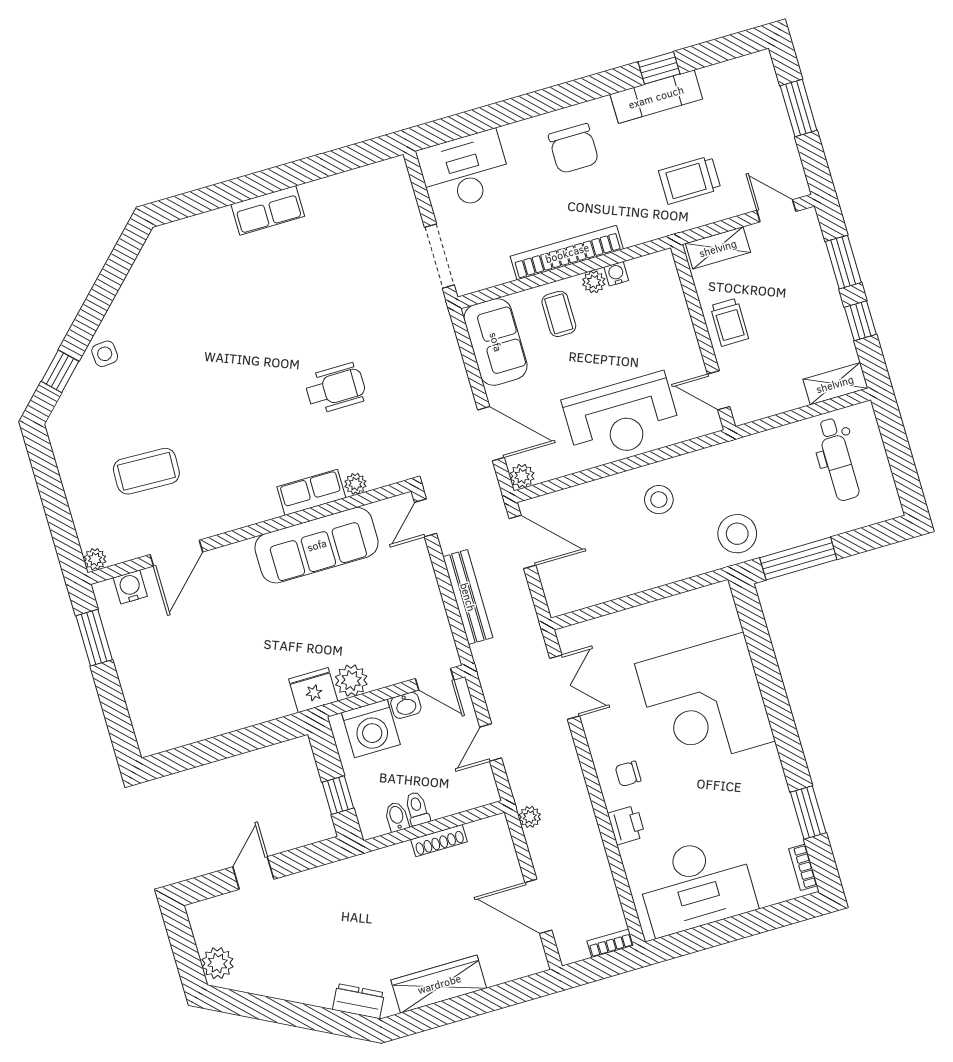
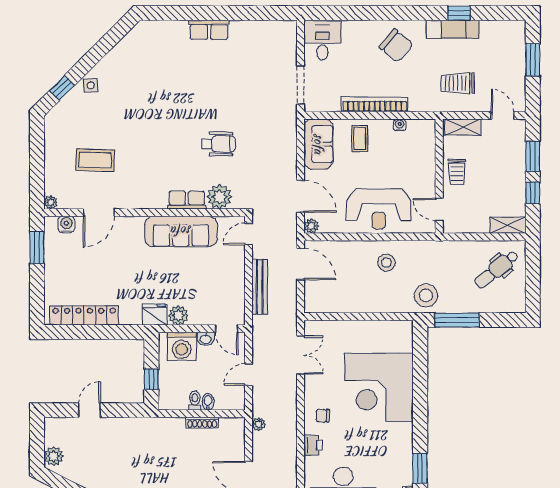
chair: (574, 149) -> (396, 46), turned -50
desk: (464, 171) -> (322, 40), width x0.73
plant: (594, 282) -> (385, 126), removed
dental chair: (838, 459) -> (497, 269), turned 51
plant: (355, 484) -> (219, 197), width x1.88, depth x1.88
locker: (201, 724) -> (84, 316), added
bidet: (397, 817) -> (208, 402), moved

